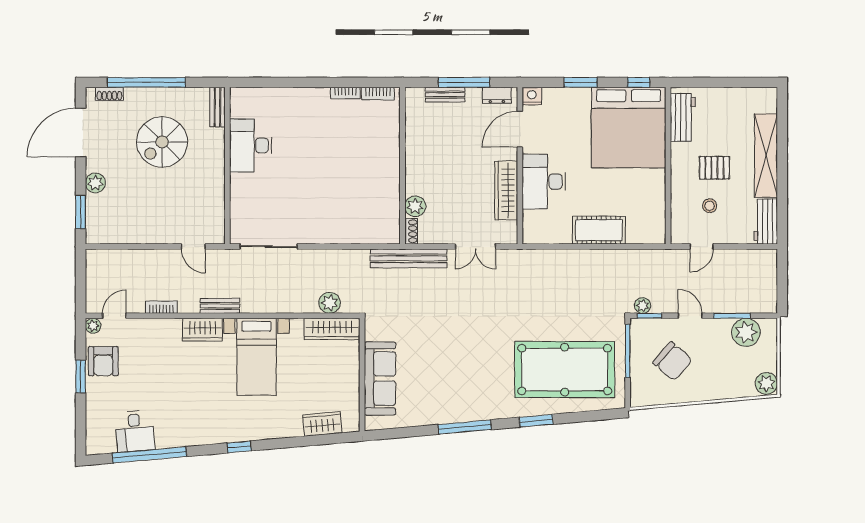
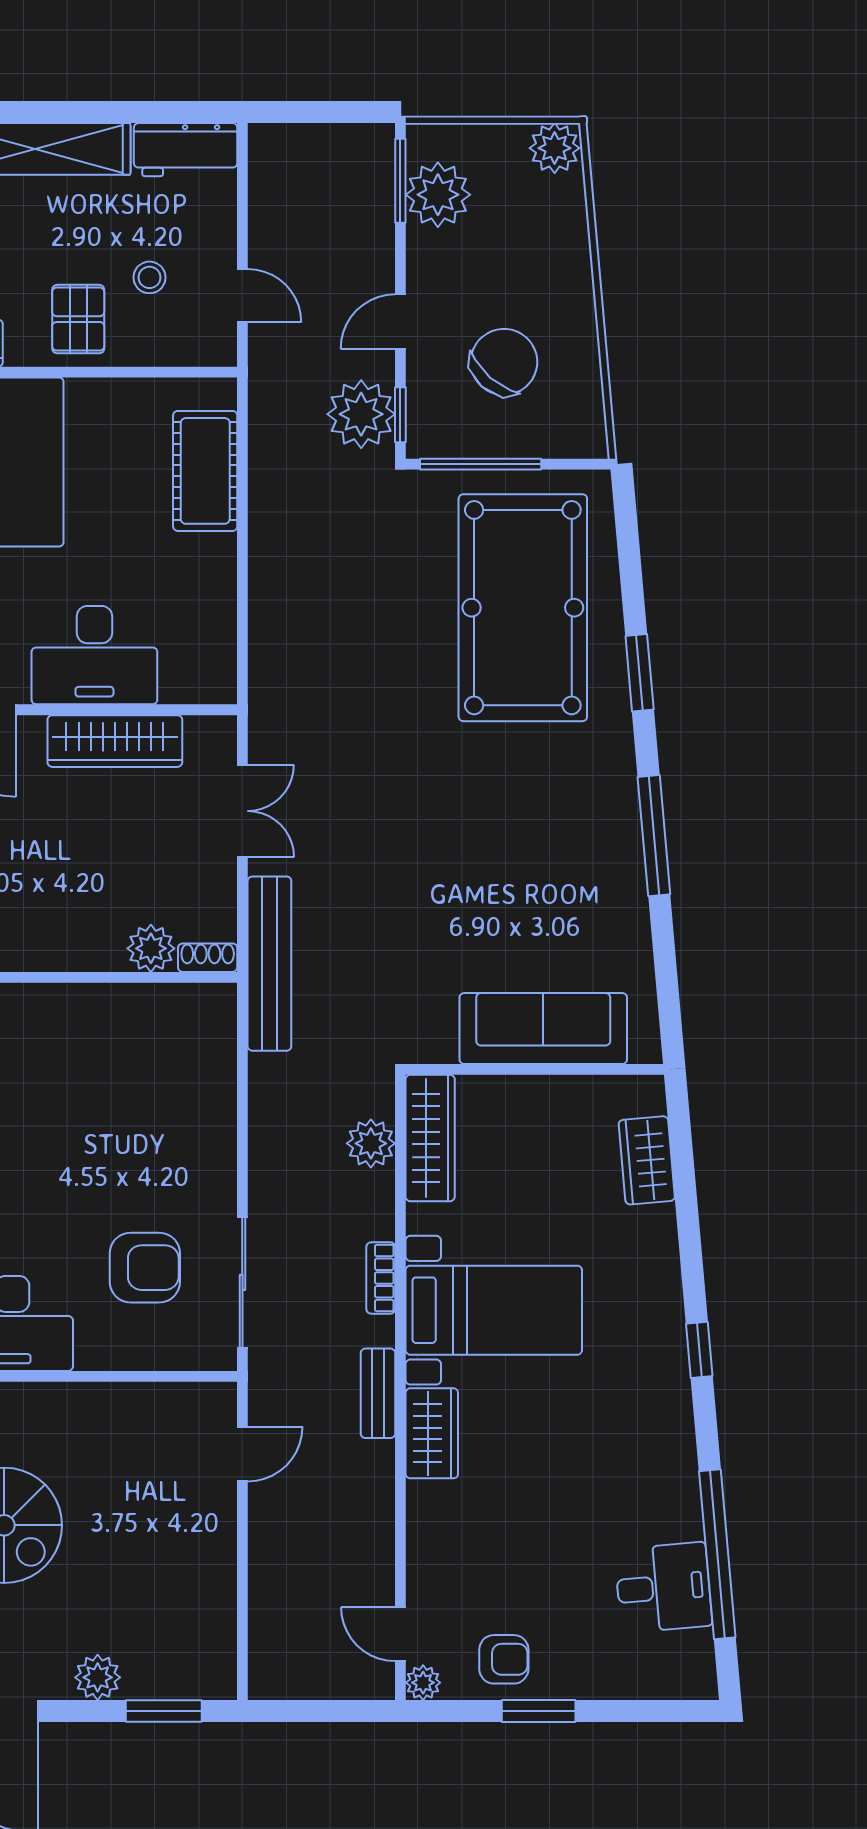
pallet: (714, 168) -> (78, 319), moved
armchair: (275, 204) -> (145, 1268), added
cot: (599, 230) -> (205, 471), moved
plant: (643, 306) -> (361, 414), width x1.88, depth x1.88
bookcase: (161, 307) -> (381, 1278), moved
window: (732, 316) -> (400, 181), moved
armchair: (103, 361) -> (504, 1659), width x0.72, depth x0.72

